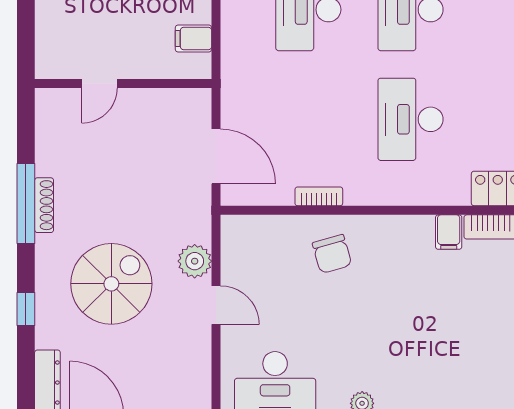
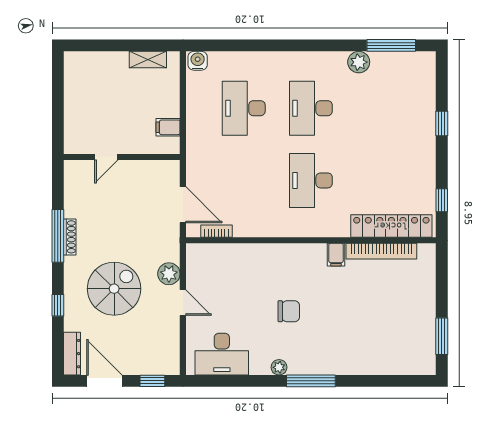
bookcase: (319, 196) -> (217, 231), moved
chair: (332, 254) -> (289, 311), moved, turned -74

